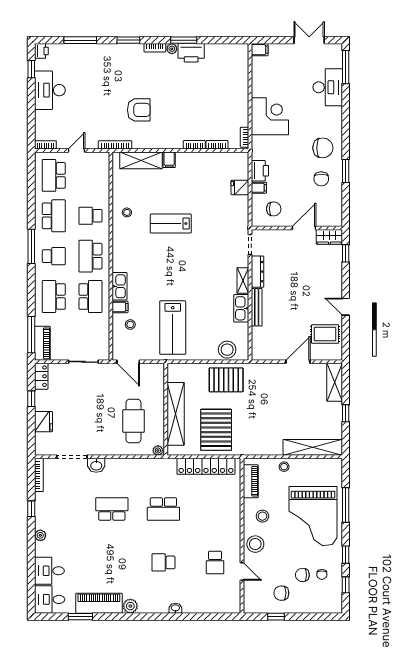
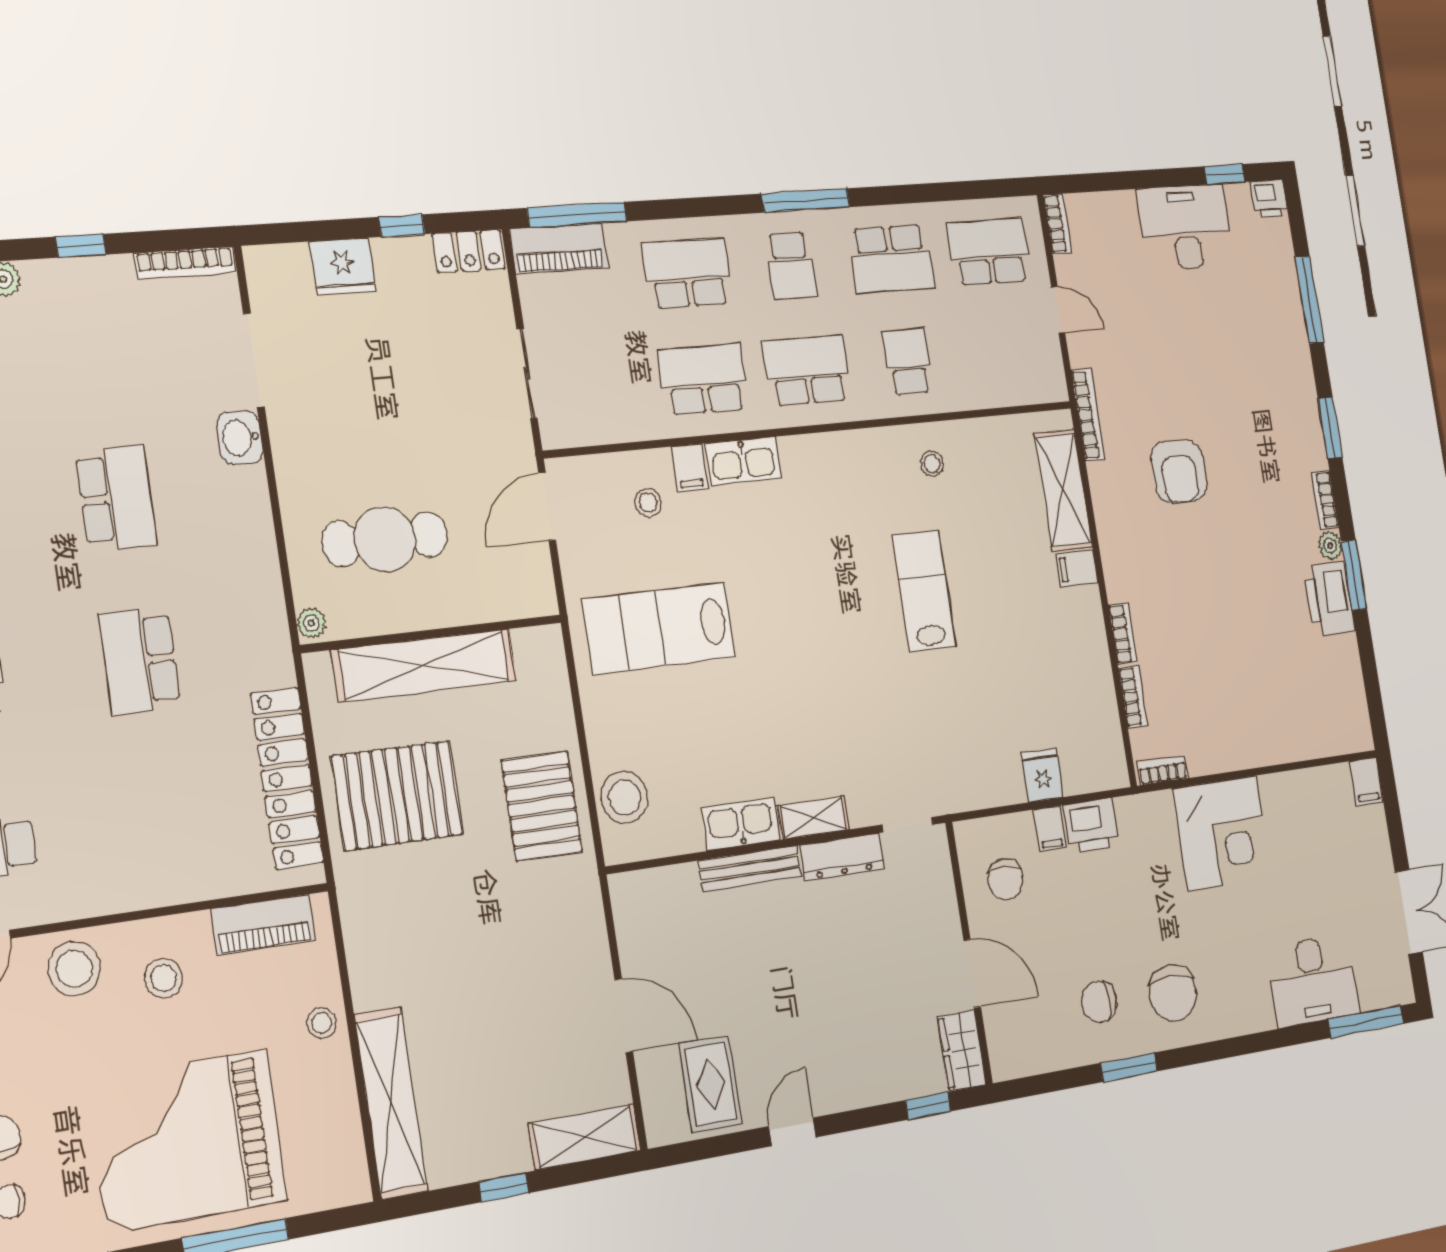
school desk: (90, 297) -> (704, 379), turned 180

